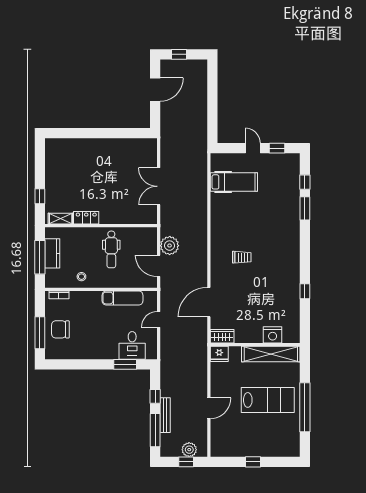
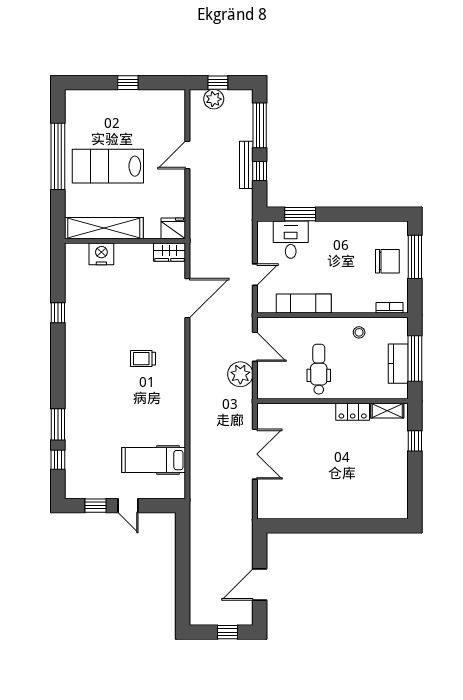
bench: (165, 415) -> (246, 165), moved

